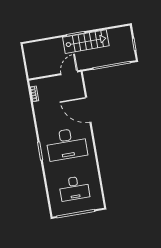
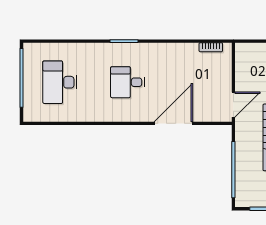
door: (69, 73) -> (233, 105), hinge flipped
desk: (67, 144) -> (127, 82), width x0.53, depth x0.77

